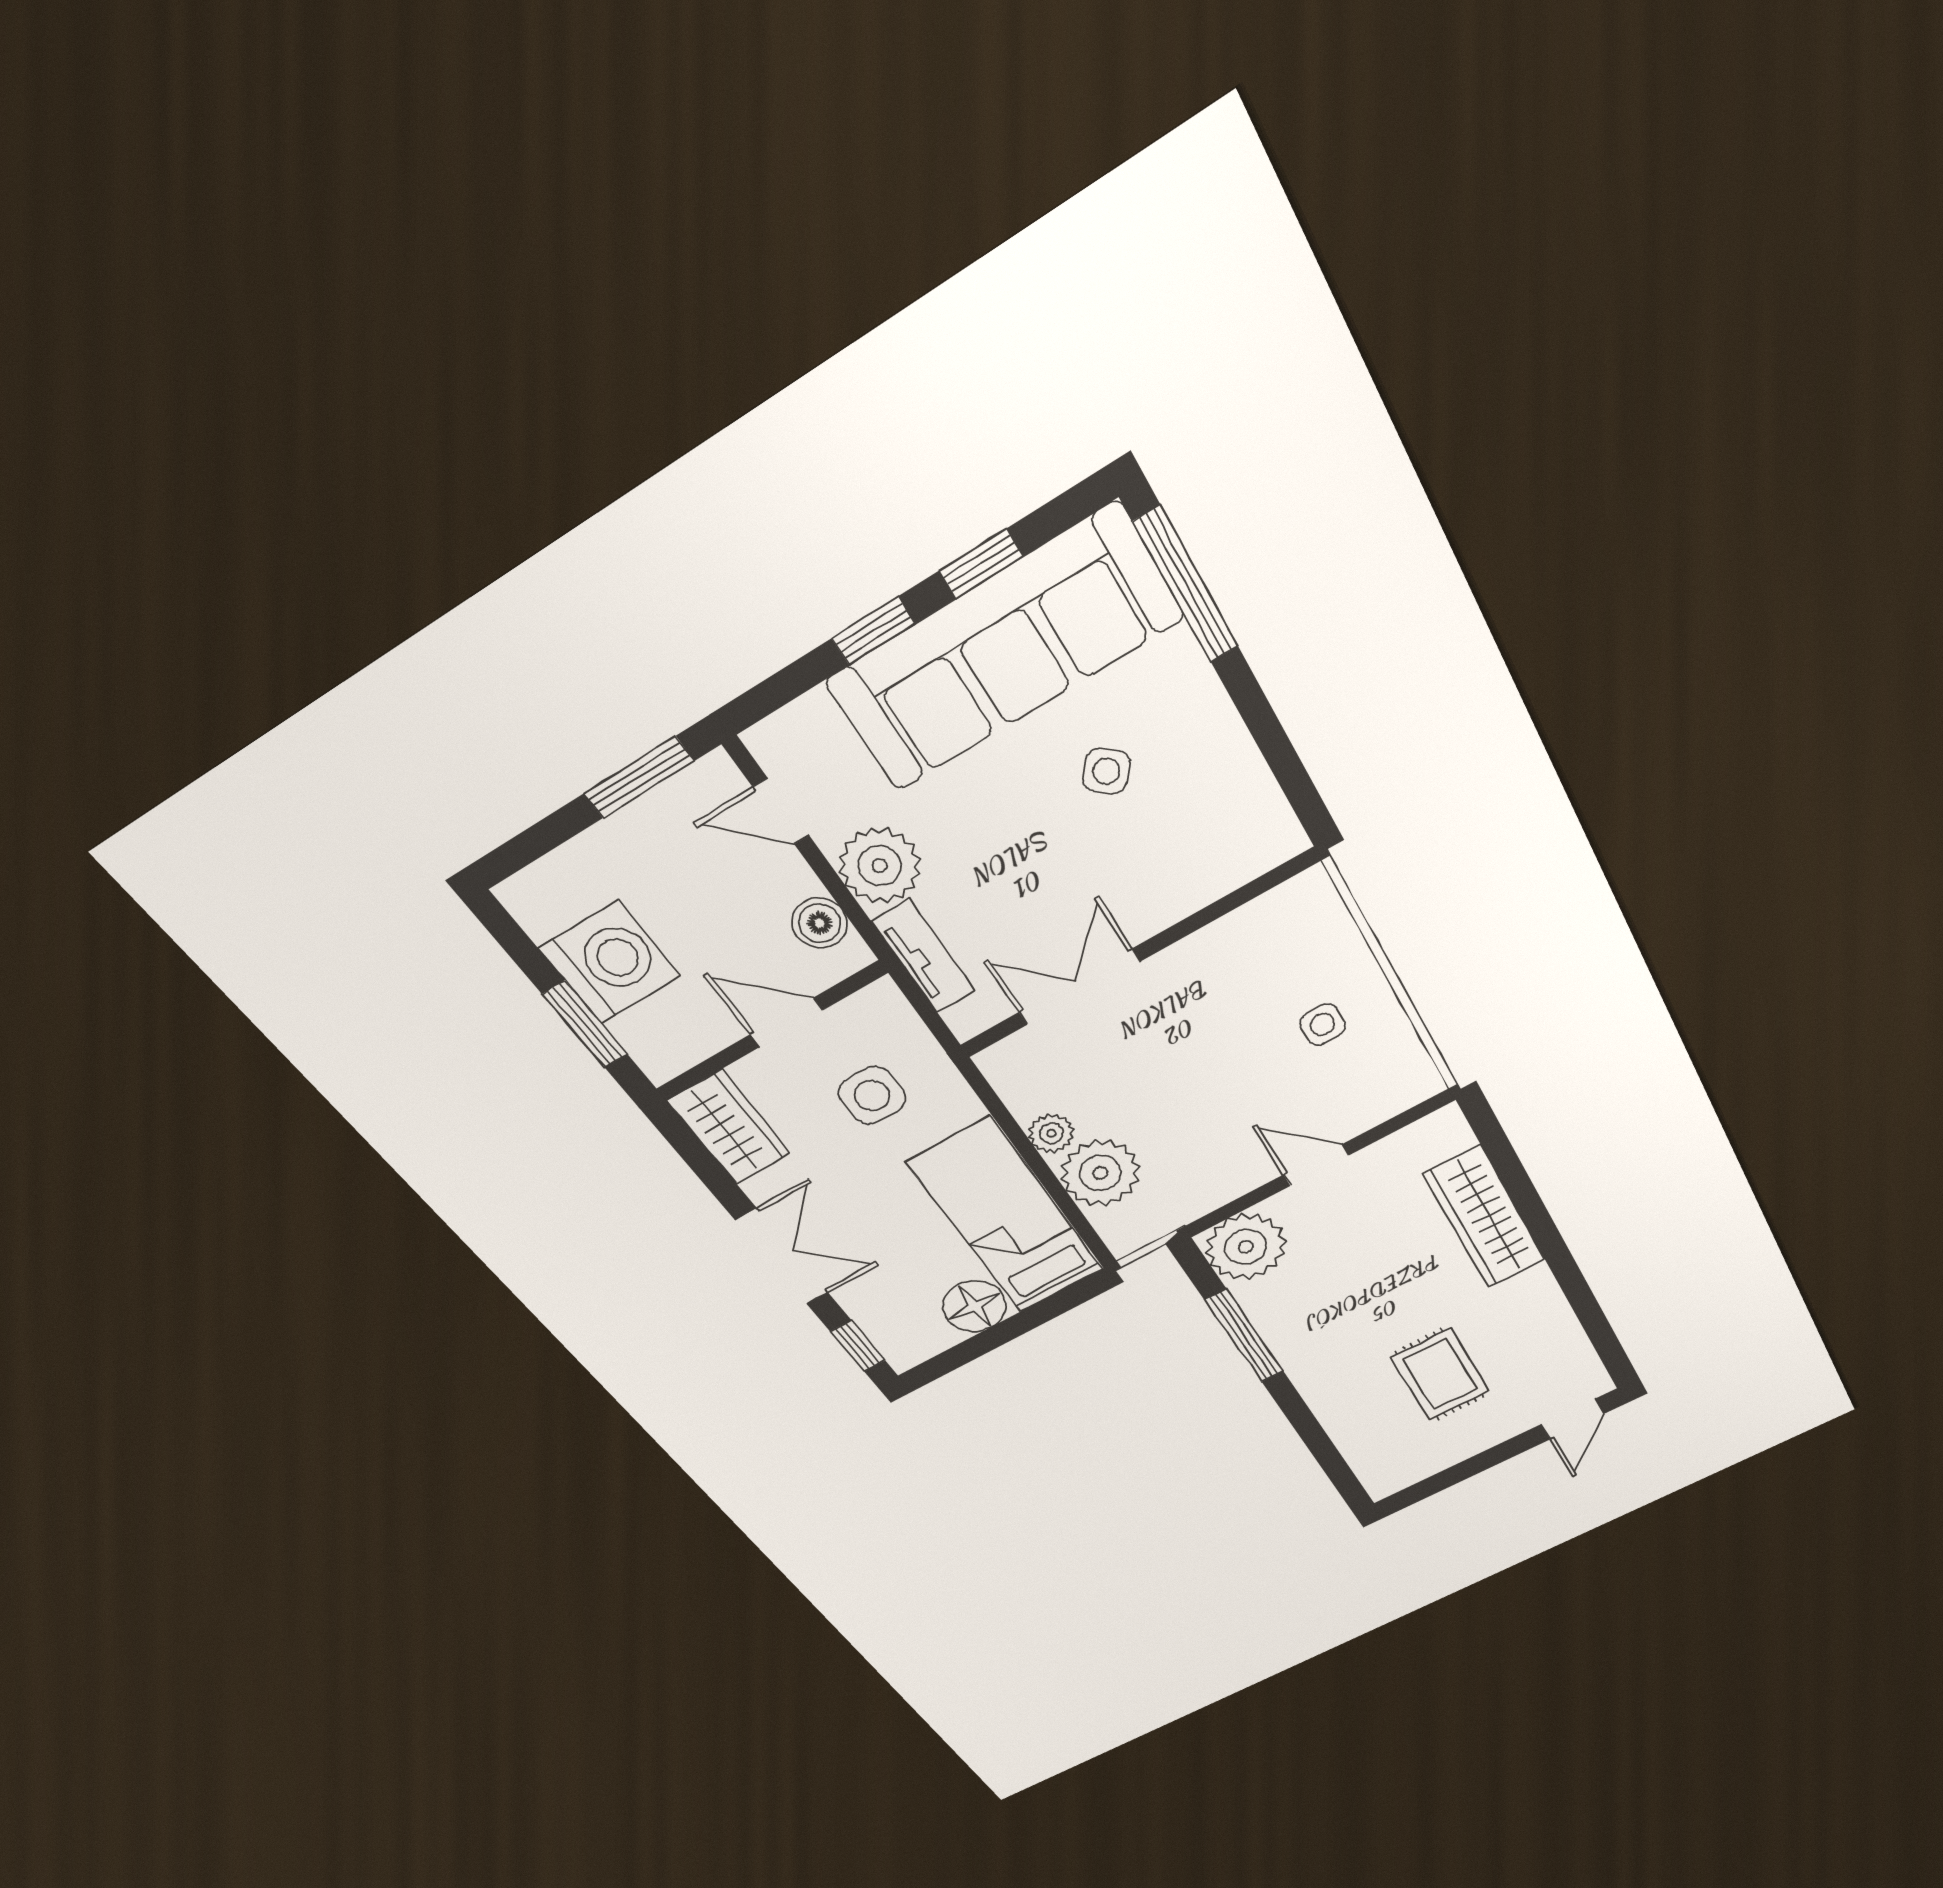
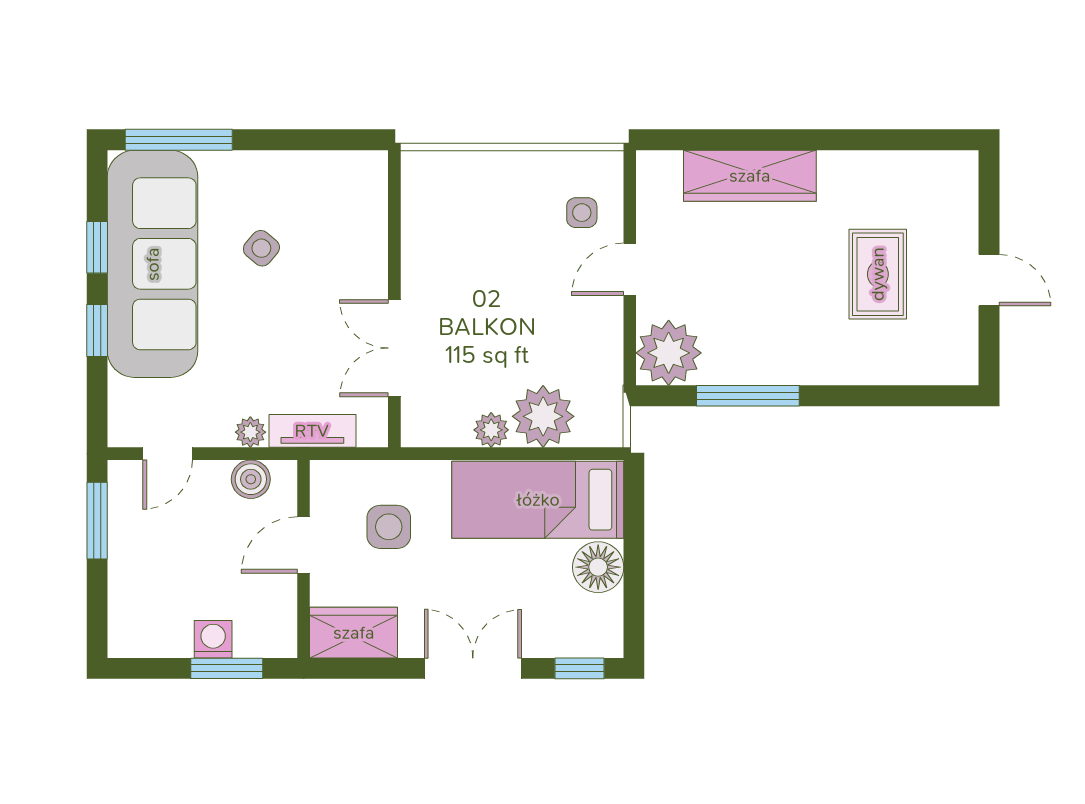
plant: (880, 866) -> (250, 432), width x0.53, depth x0.53
washing machine: (610, 962) -> (213, 639), width x0.53, depth x0.53
side table: (1323, 1025) -> (582, 213), moved
rug: (1440, 1374) -> (878, 274), turned 90
door: (1573, 1419) -> (989, 280), moved

